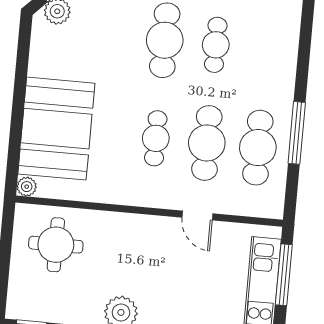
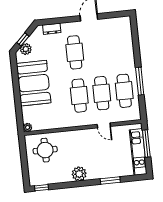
cafe table: (216, 45) -> (97, 50), removed
booth: (56, 129) -> (34, 83), moved
cafe table: (156, 138) -> (79, 96), width x1.37, depth x1.35

